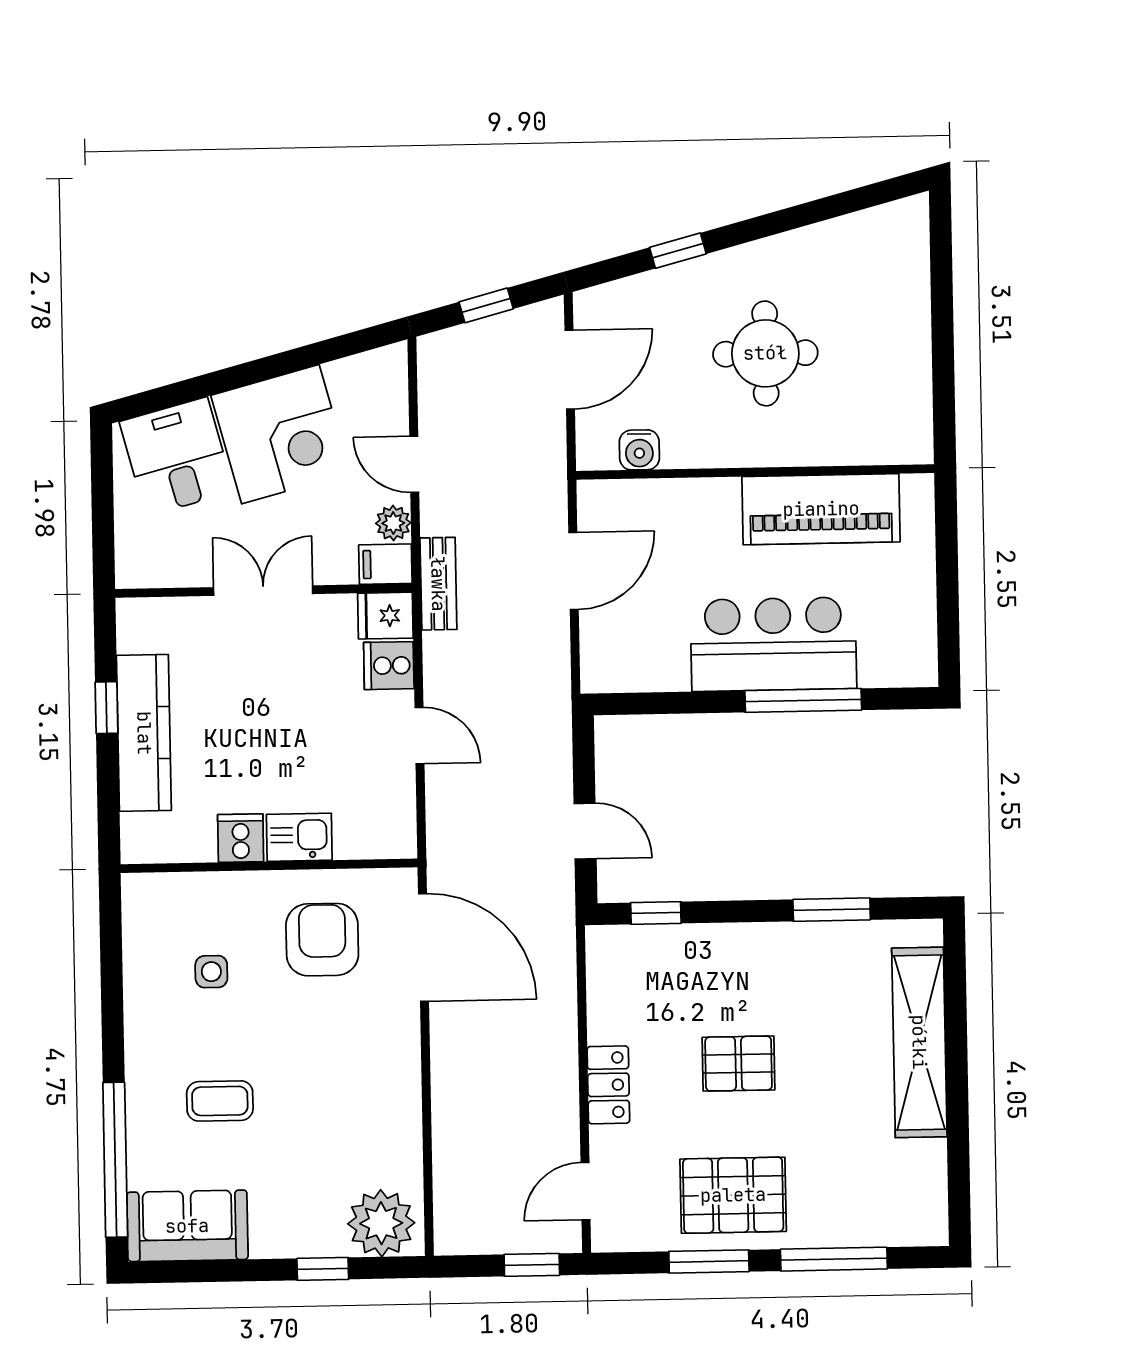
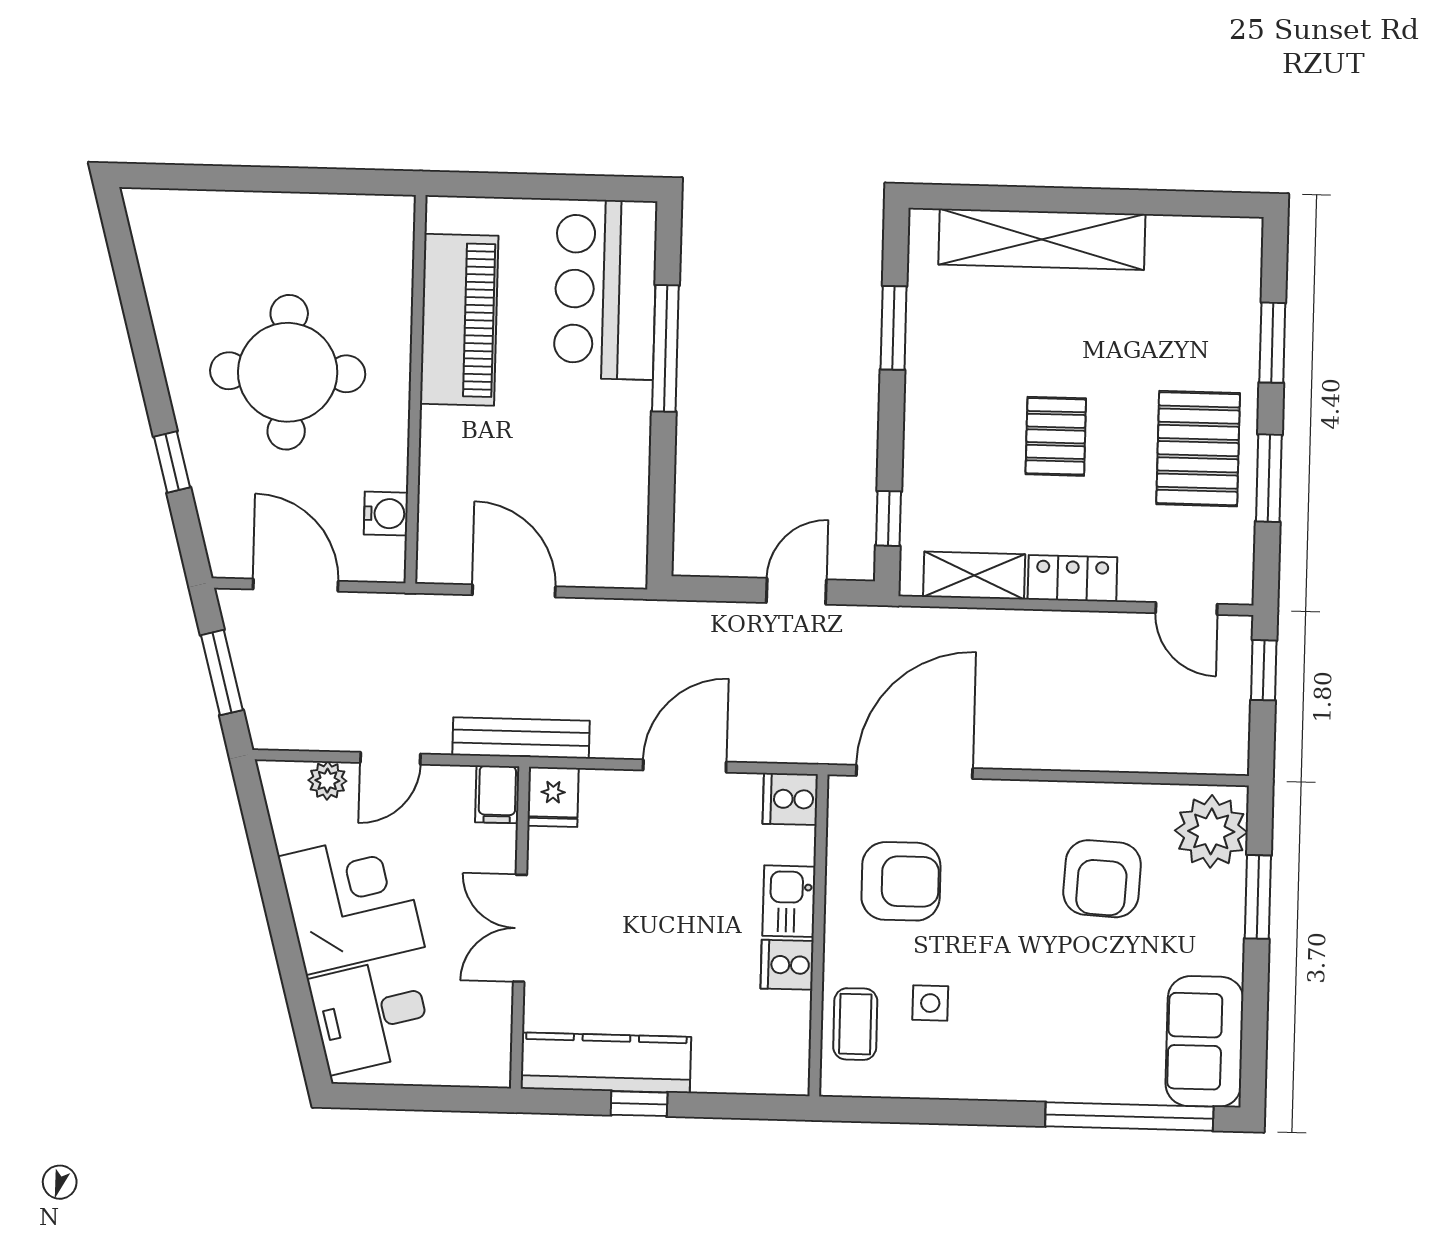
window: (486, 305) -> (222, 673), width x1.50
round table: (765, 353) -> (288, 372), width x1.36, depth x1.36
plant: (393, 523) -> (327, 781), moved
bench: (438, 584) -> (521, 738), width x1.36
bar counter: (773, 644) -> (605, 289), moved
cooker: (389, 666) -> (790, 799), moved, turned 90
kitchen counter: (144, 733) -> (606, 1063), moved
door: (419, 736) -> (685, 766), width x1.38
armchair: (322, 940) -> (901, 881), turned 180
shelving: (607, 994) -> (974, 575), added
coffee table: (220, 1101) -> (855, 1024), moved
armchair: (333, 1125) -> (1102, 879), added
window: (834, 1259) -> (1272, 343), width x0.69
window: (323, 1269) -> (1258, 897), width x1.50

